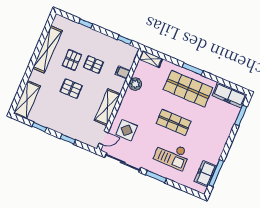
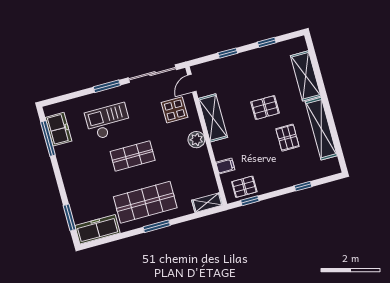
pallet: (93, 65) -> (244, 187), moved
plant: (135, 84) -> (196, 140), moved
shelving: (27, 100) -> (306, 76), moved

